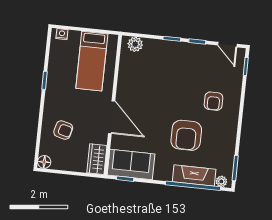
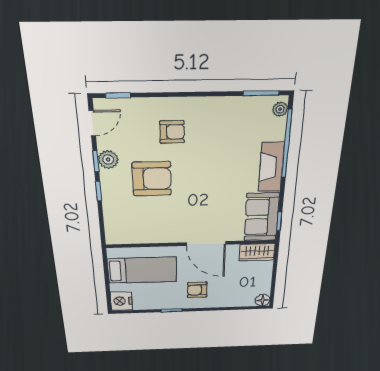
nightstand: (62, 34) -> (121, 301), width x1.89, depth x1.79
plant: (135, 44) -> (108, 160), moved
door: (112, 117) -> (206, 243), swing flipped
armchair: (63, 130) -> (197, 290), moved, turned -105
armchair: (186, 135) -> (152, 179), moved
fireplace: (194, 176) -> (271, 167), moved

